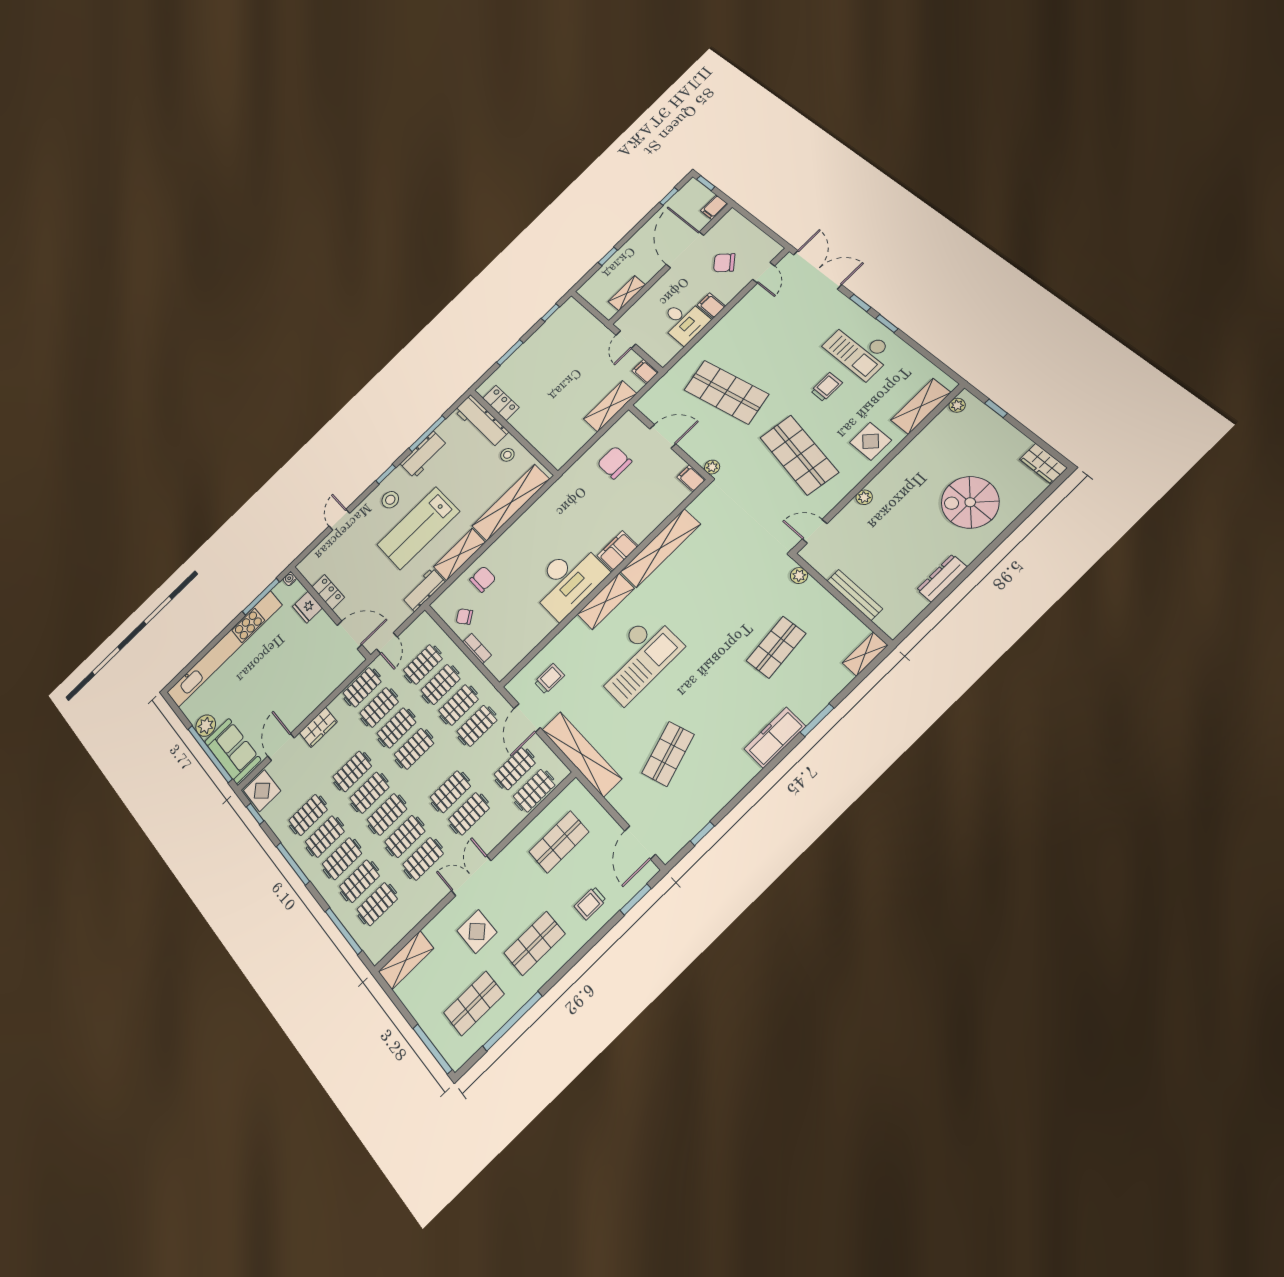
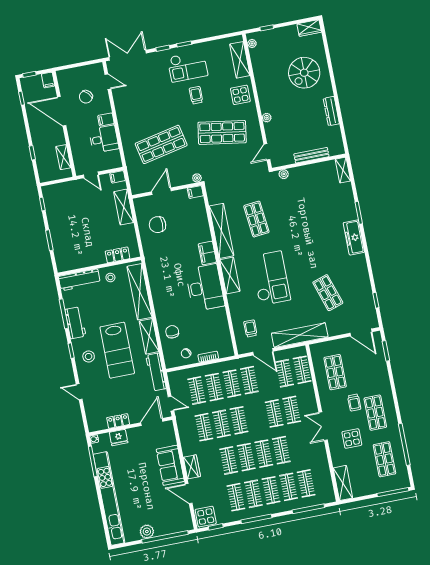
locker: (501, 403) -> (118, 255), moved
workbench: (423, 590) -> (156, 372), width x1.38
shop shelf: (776, 647) -> (256, 219), moved
clothes rail: (362, 687) -> (186, 431), removed
sofa: (233, 751) -> (170, 465), moved, turned -90
clothes rail: (423, 859) -> (299, 447), removed
trolley: (590, 903) -> (354, 403), moved

